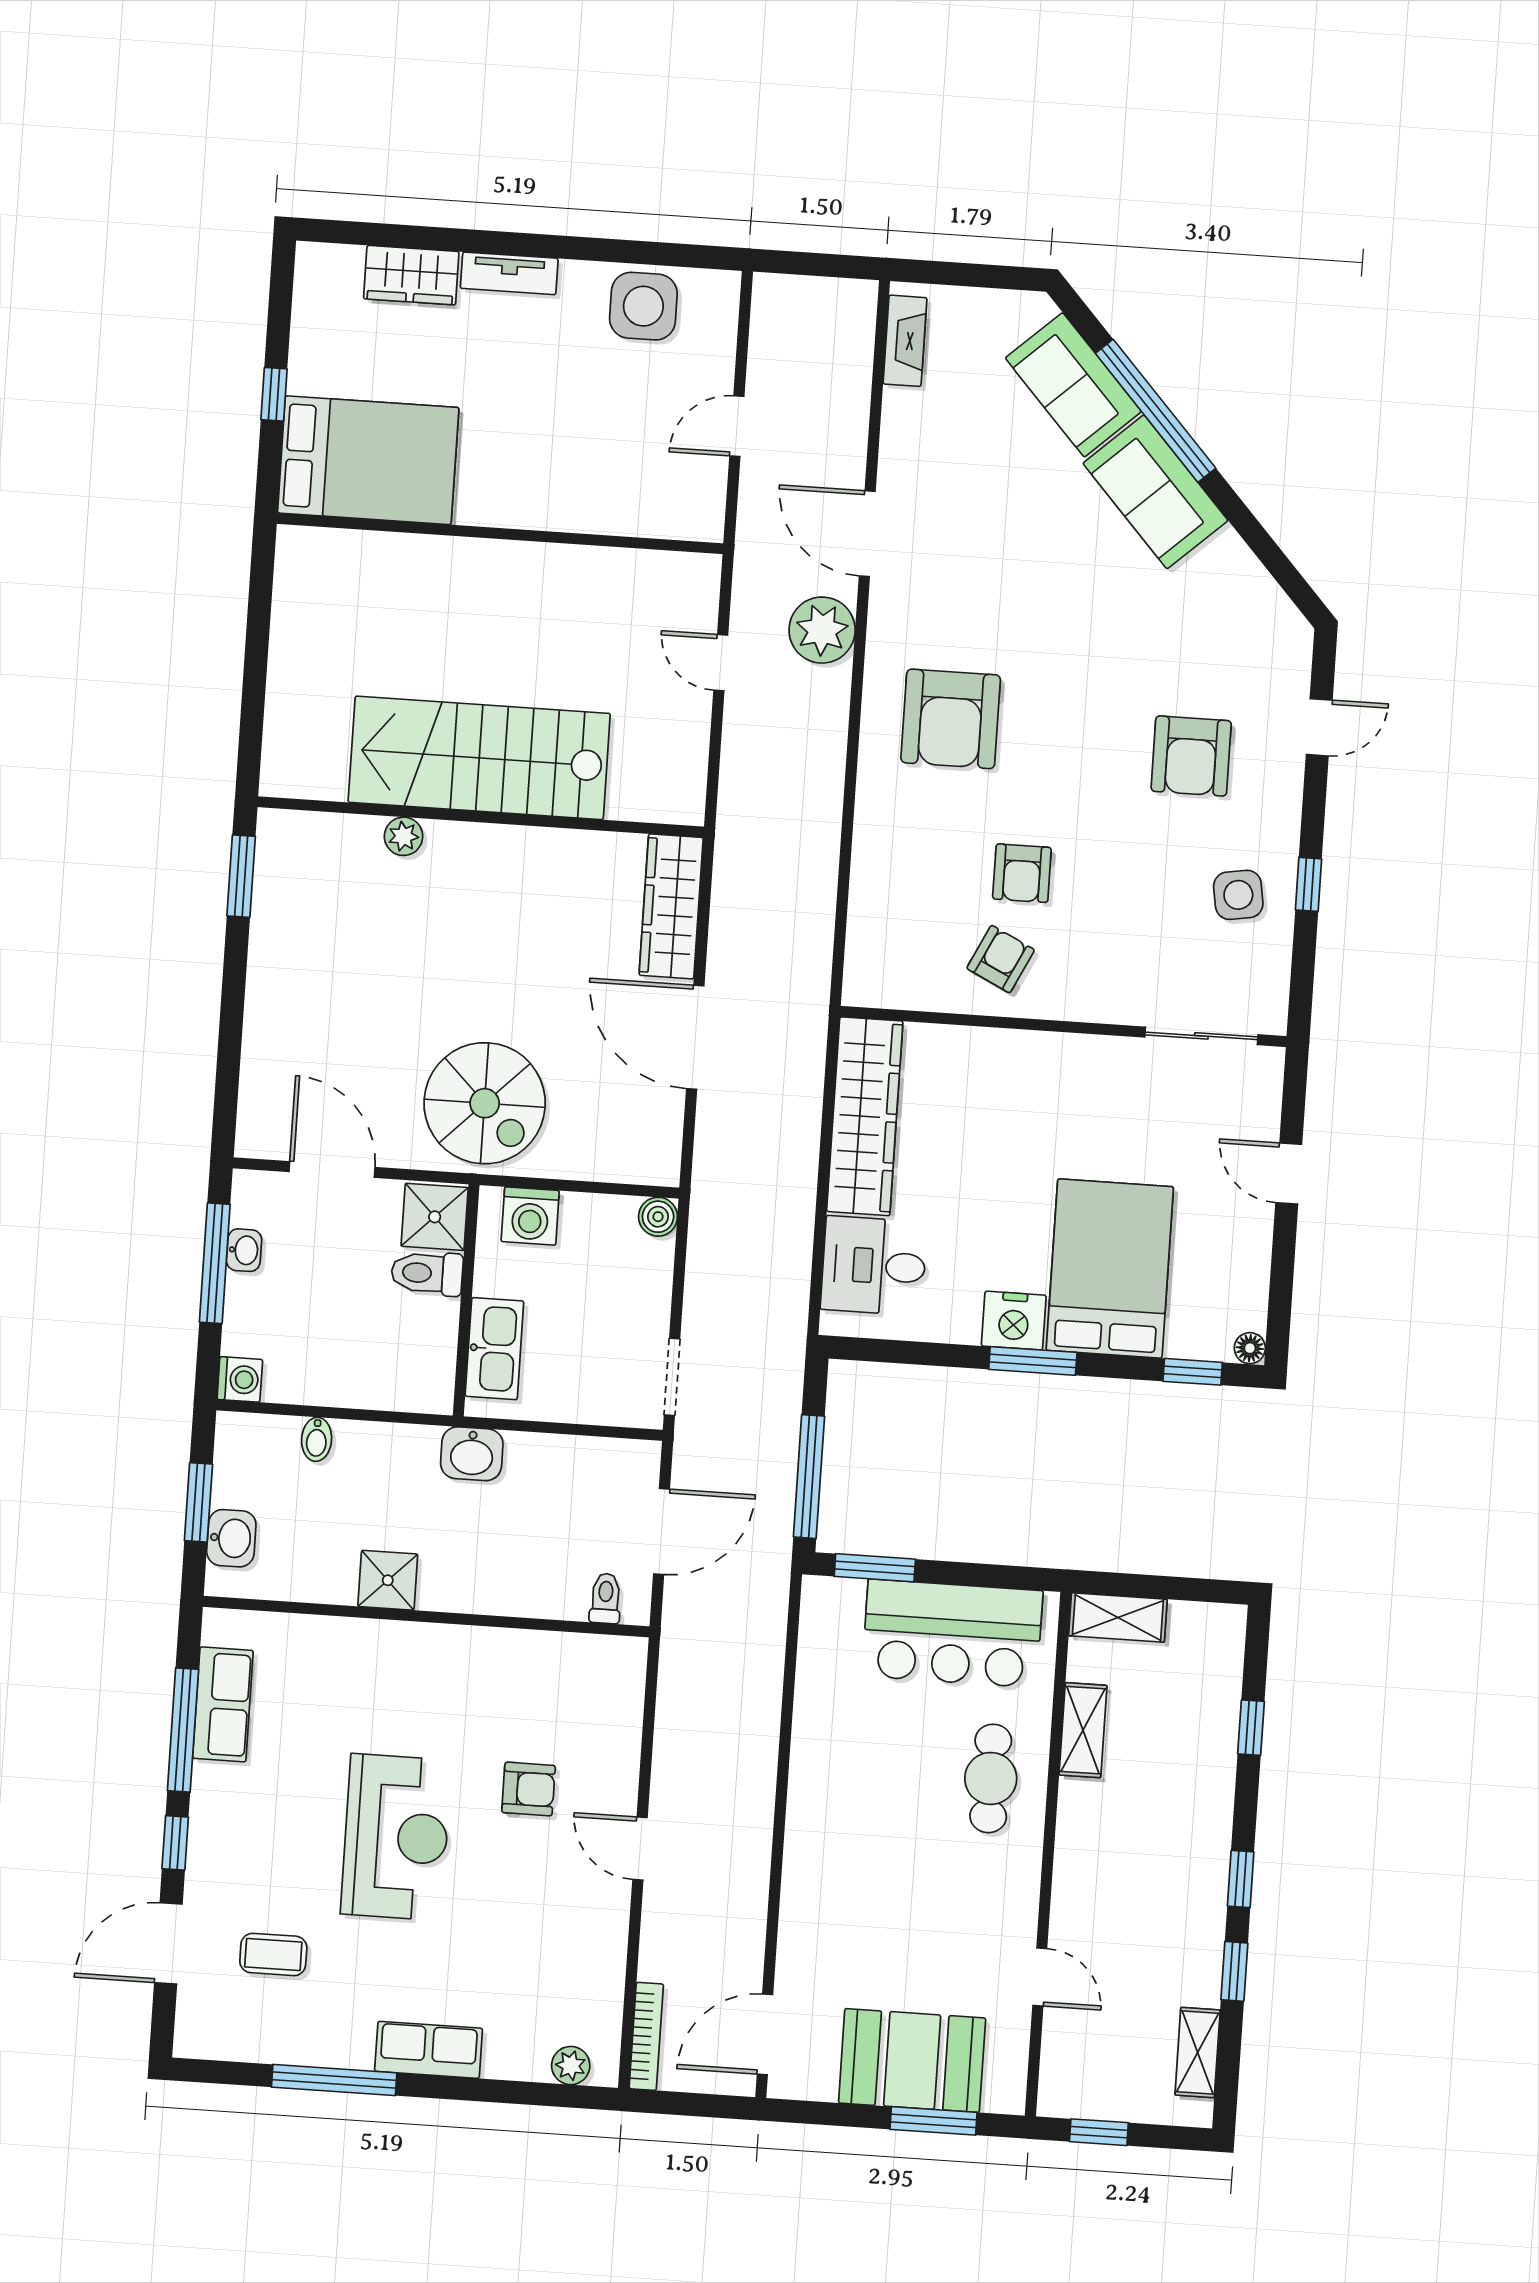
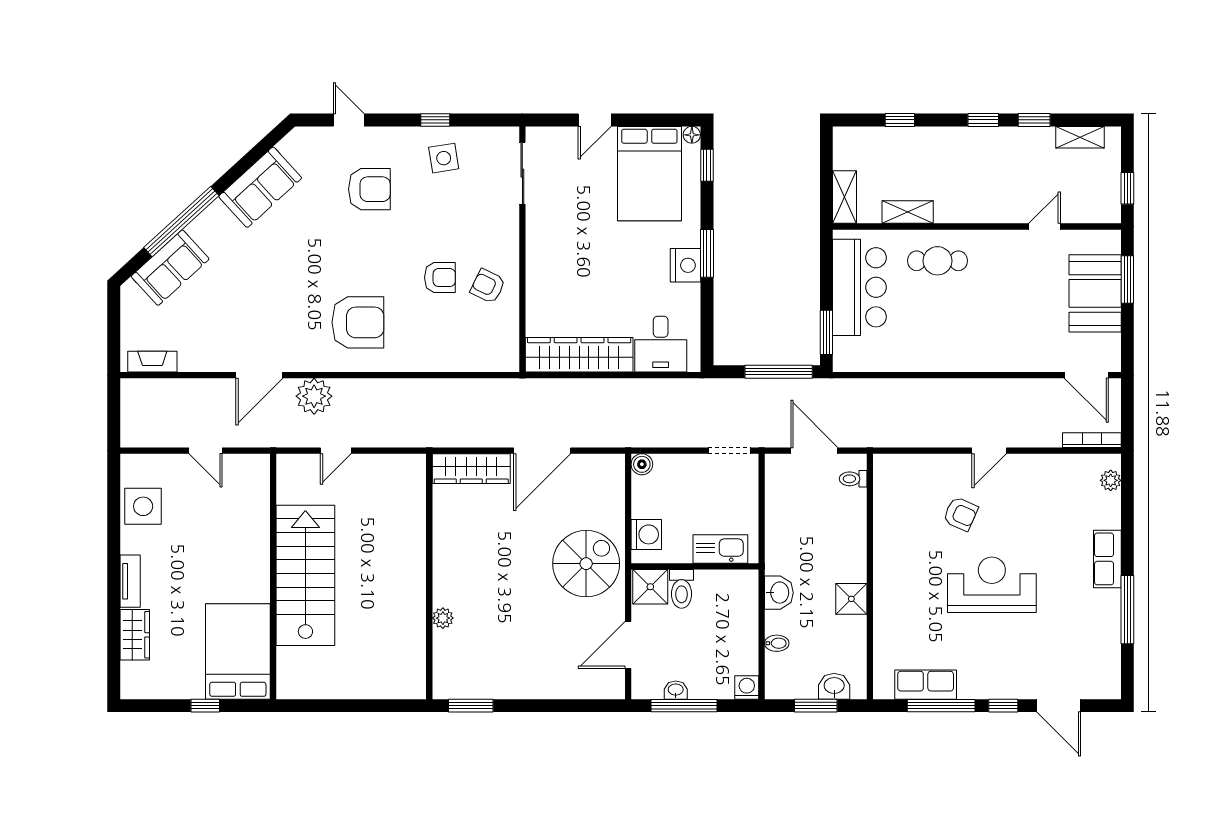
sofa: (1155, 492) -> (260, 187), moved
stairs: (479, 758) -> (305, 575), moved, turned 180
bed: (1110, 1269) -> (649, 174), moved, turned -90
washbasin: (472, 1454) -> (779, 593), moved
armchair: (529, 1789) -> (961, 514), turned 114
coffee table: (273, 1954) -> (1061, 648), removed

